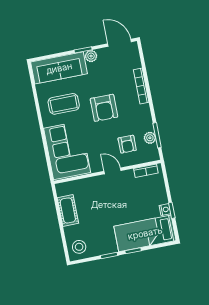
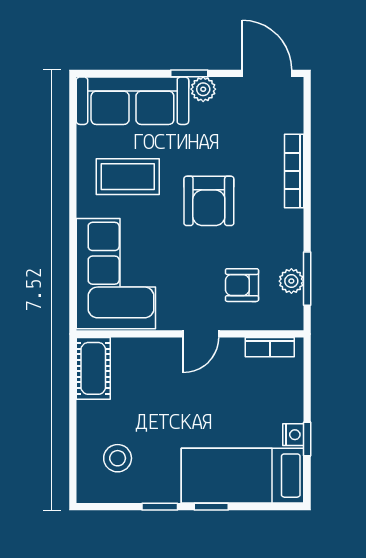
armchair: (127, 144) -> (242, 285), turned 90
door: (112, 171) -> (201, 334), swing flipped
cot: (68, 210) -> (93, 368), moved
stool: (79, 247) -> (118, 458), moved

